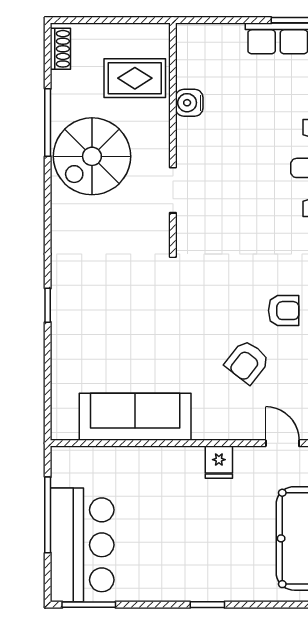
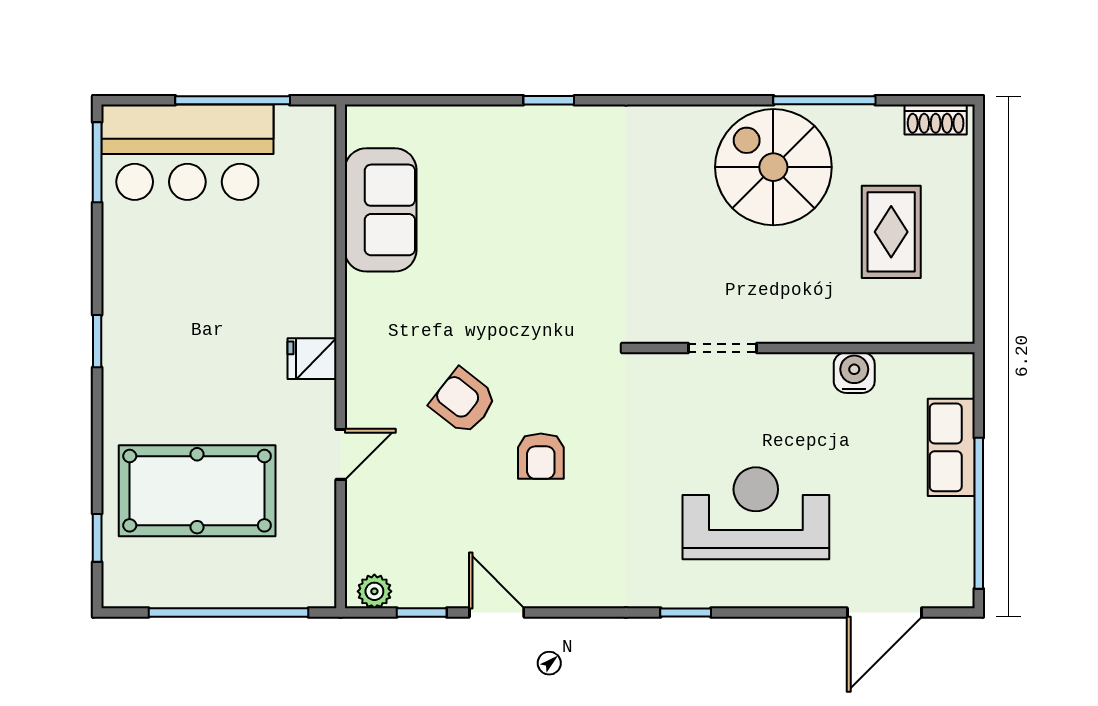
water cooler: (189, 103) -> (854, 373), moved
wall: (173, 137) -> (802, 348), moved
doorway: (173, 190) -> (722, 348), moved
sofa: (135, 417) -> (381, 210), width x0.73

